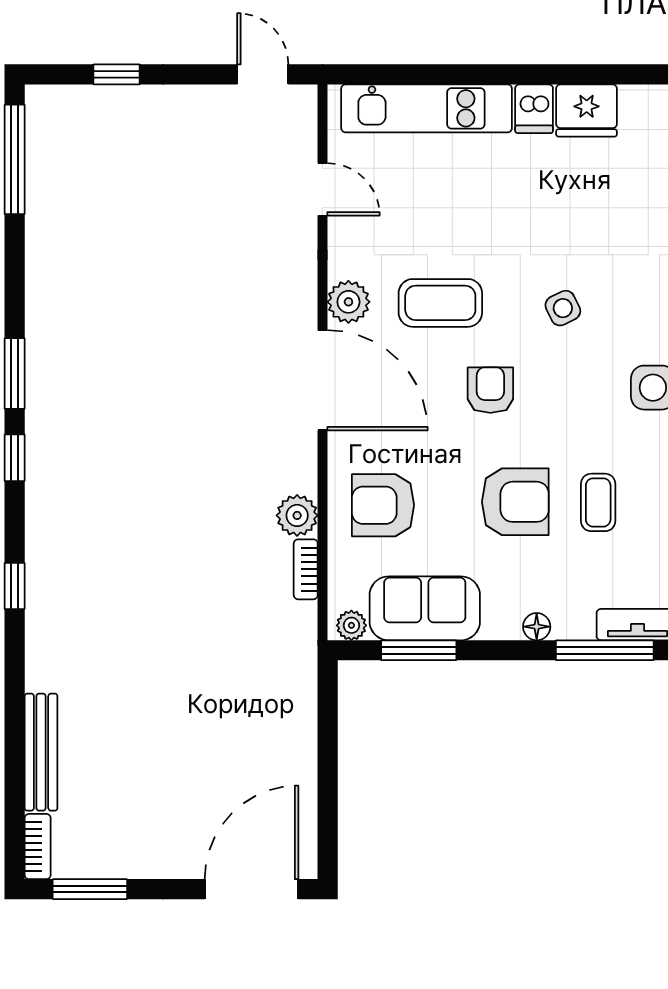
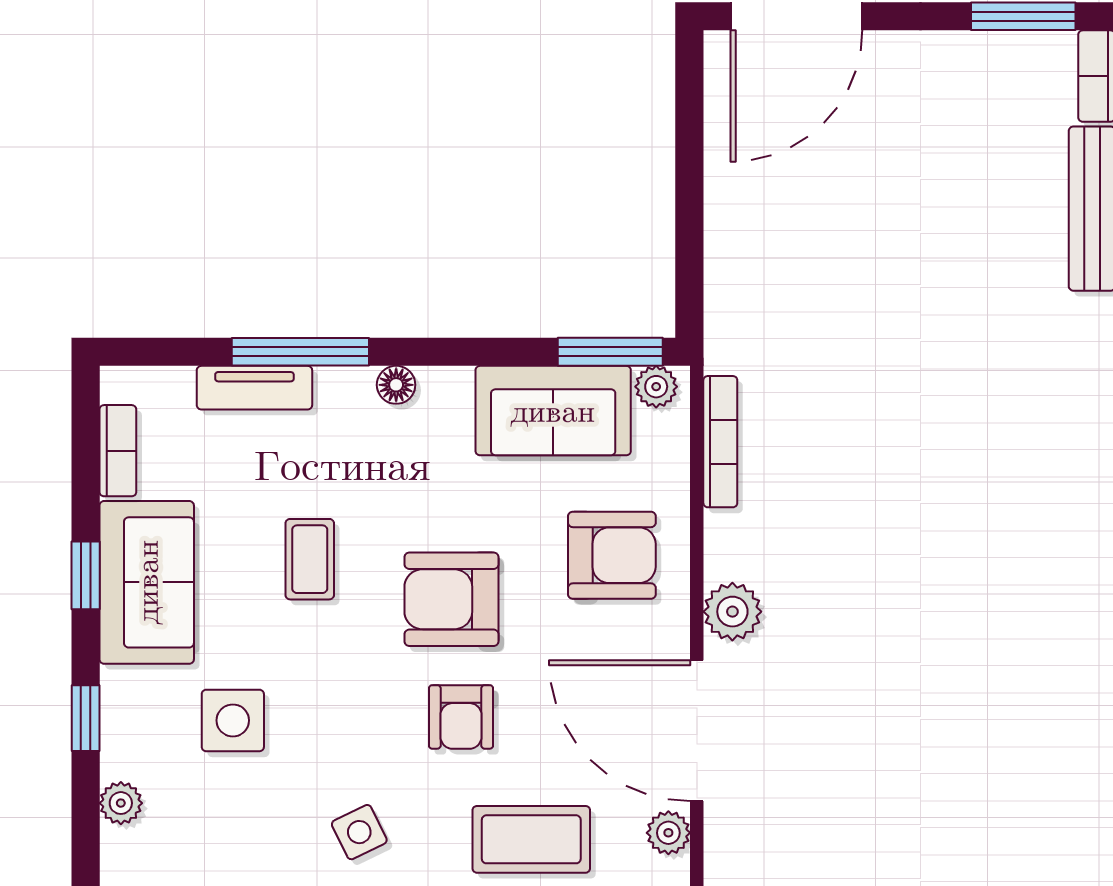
plant: (348, 302) -> (668, 833), width x0.73, depth x0.73
armchair: (515, 502) -> (452, 599), moved
plant: (297, 515) -> (732, 612), moved
bookcase: (306, 569) -> (720, 442), width x1.56
window: (419, 650) -> (610, 352), moved

